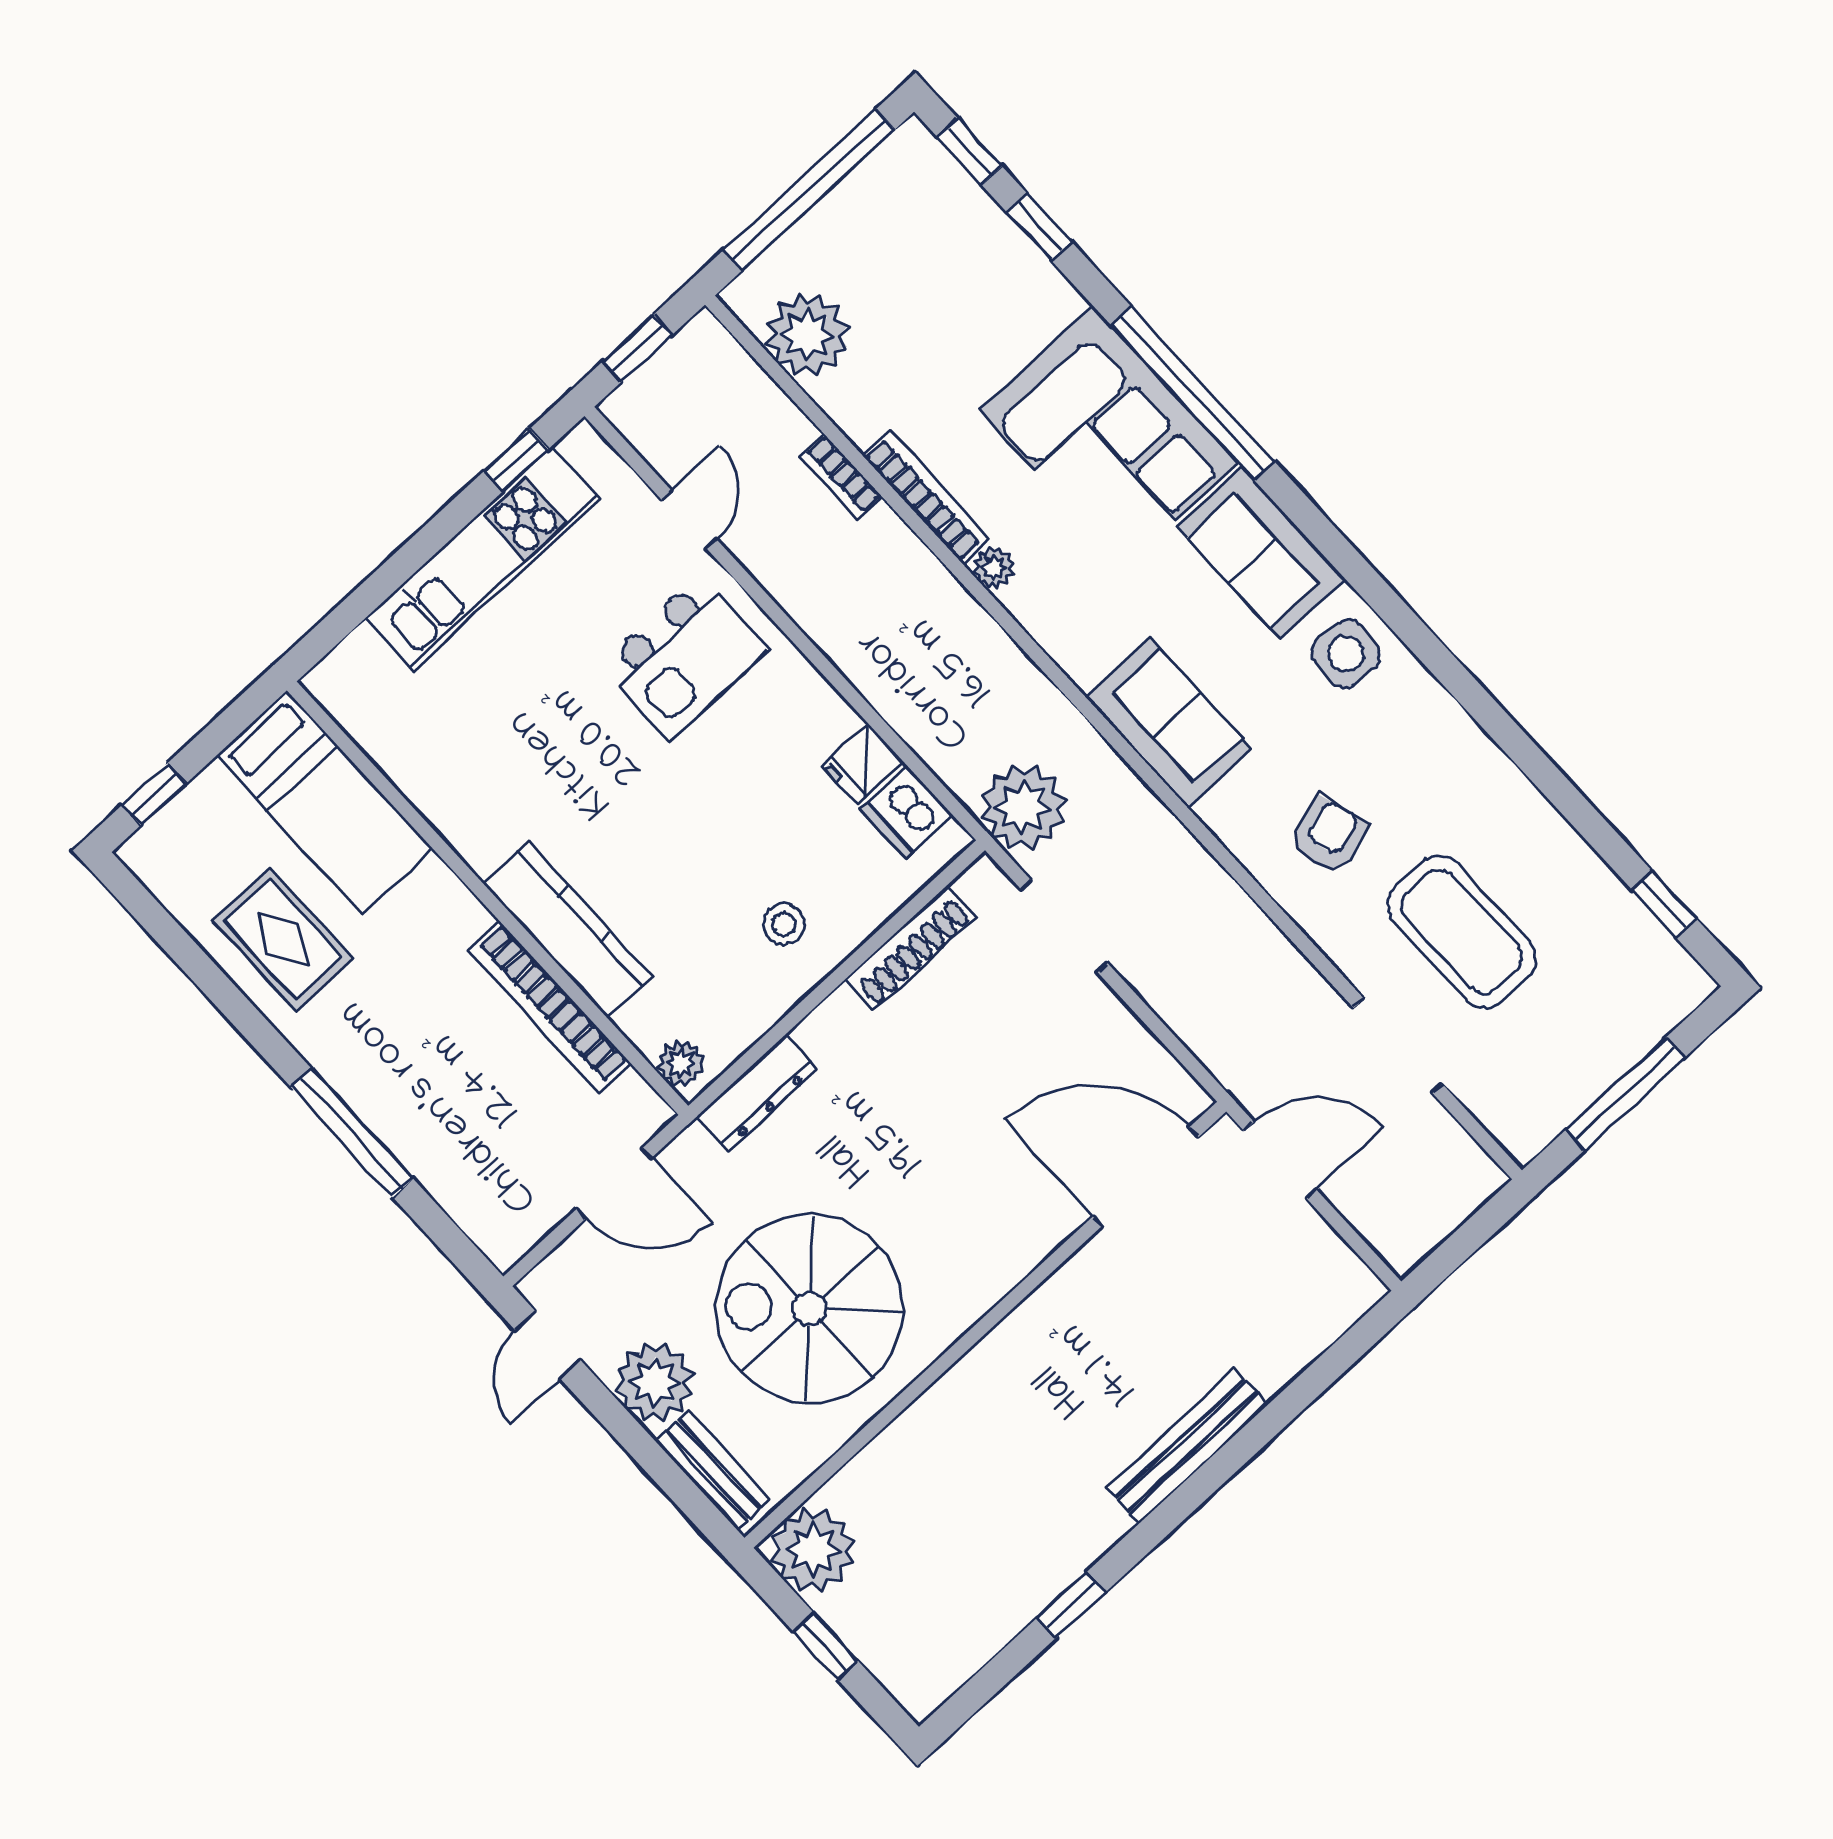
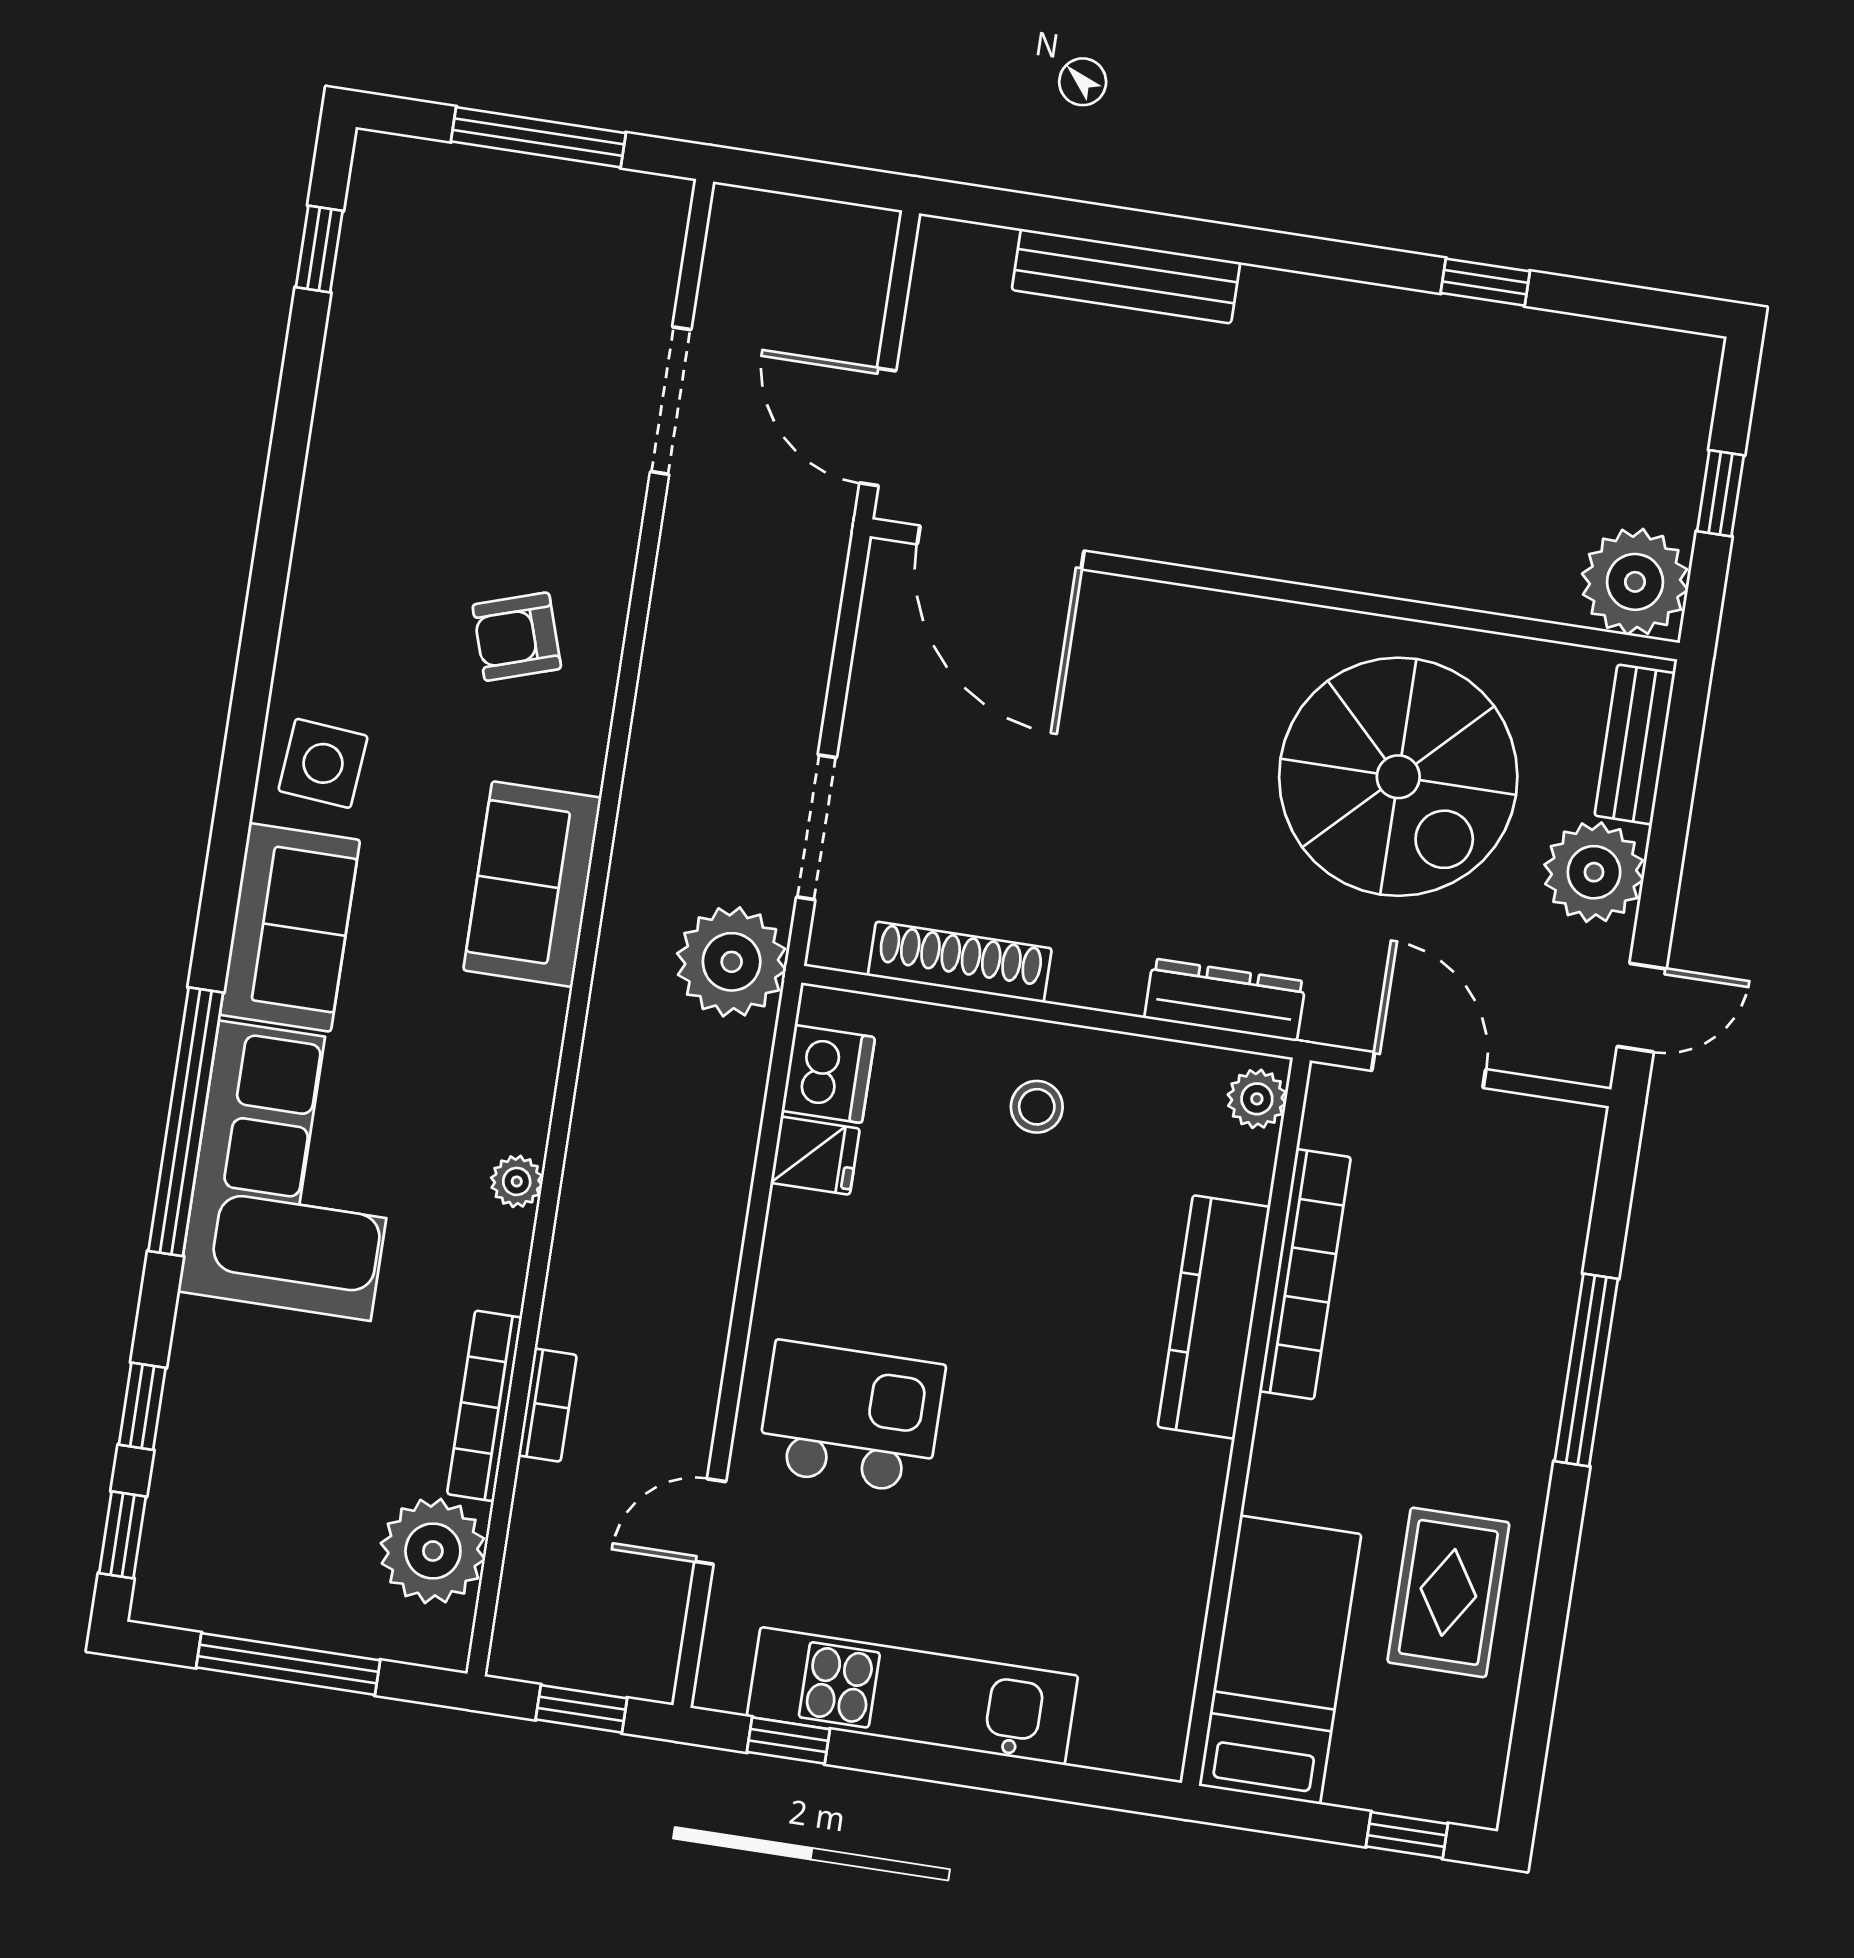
window: (809, 190) -> (288, 1664), width x0.68
bookcase: (926, 497) -> (484, 1406), moved
coffee table: (1462, 932) -> (507, 428), removed
bench: (1187, 1446) -> (1126, 276), moved

